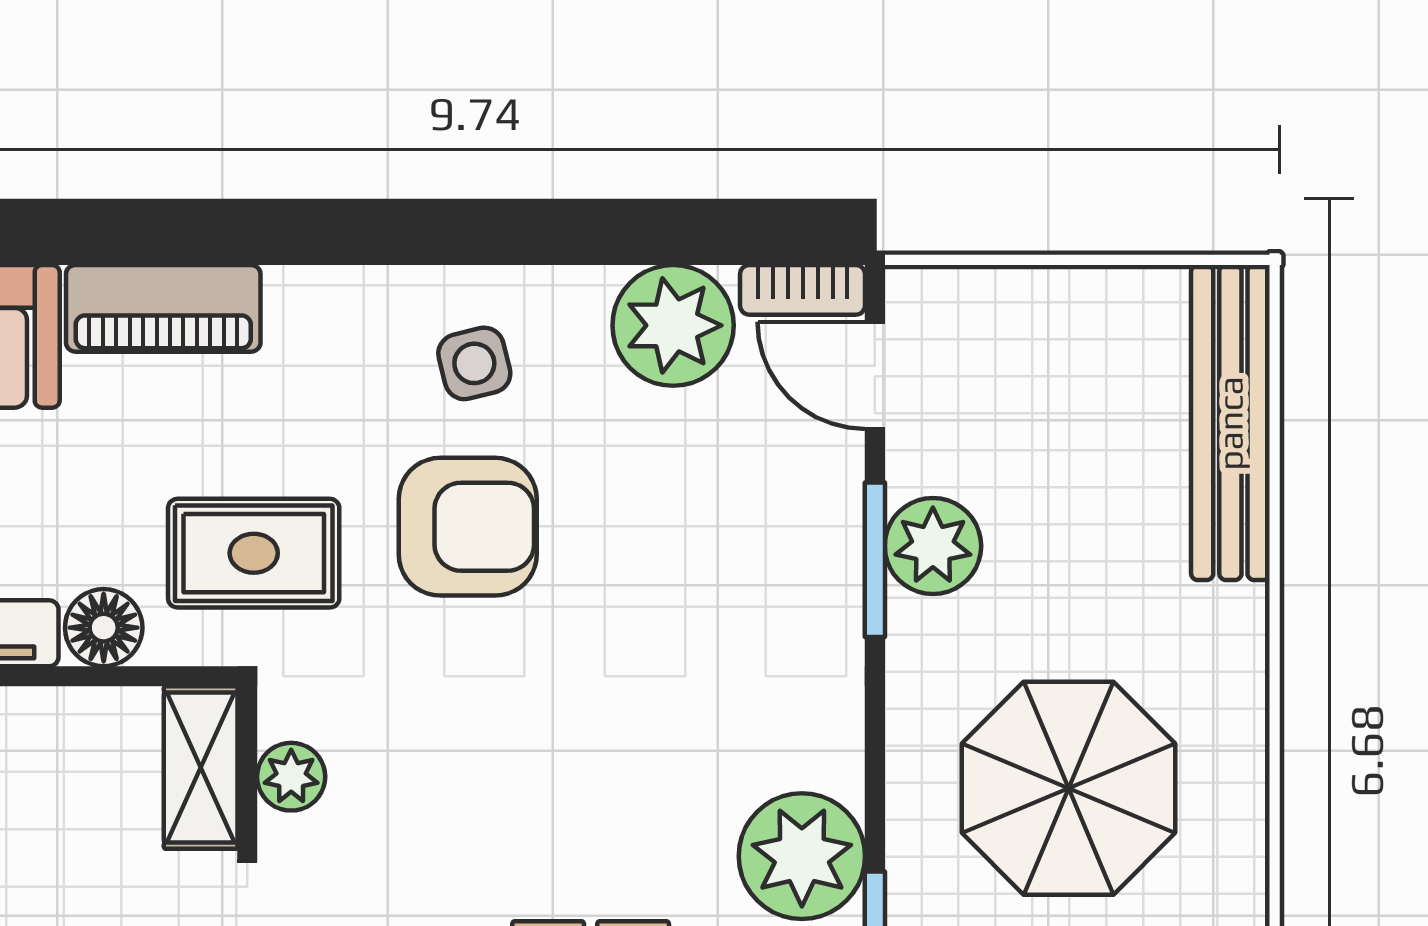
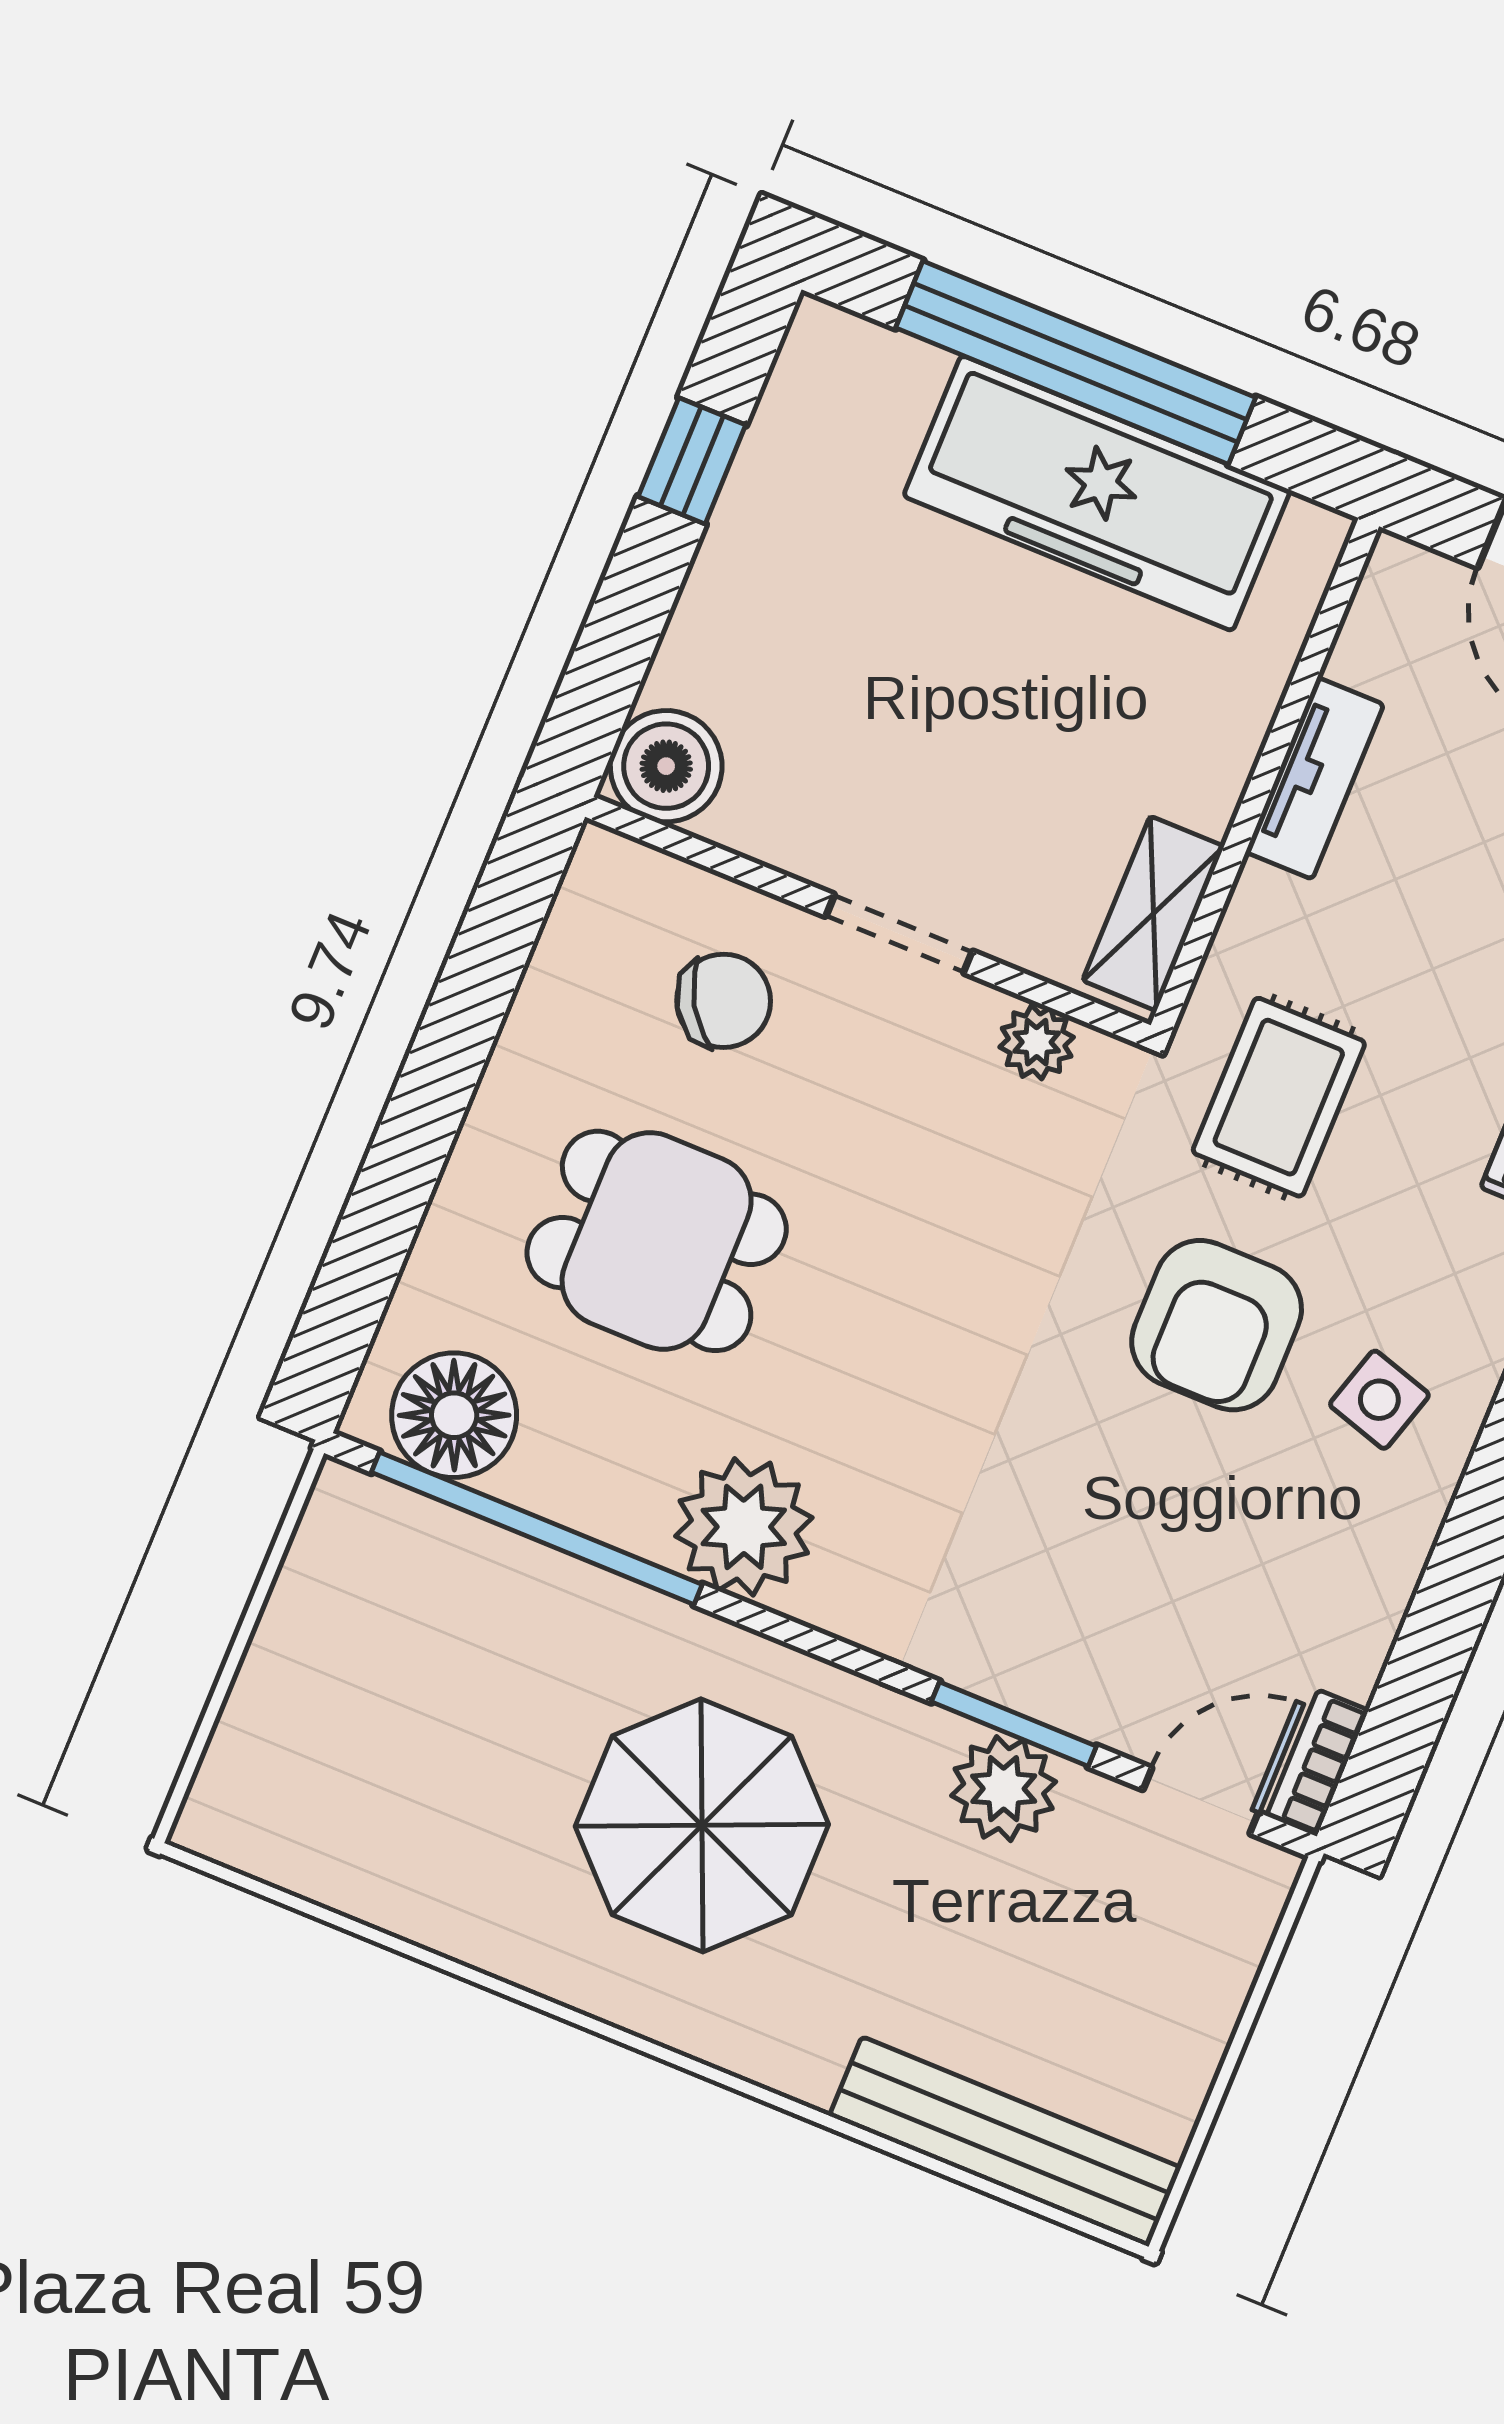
plant: (673, 325) -> (1335, 1617), removed
side table: (474, 363) -> (1379, 1400), turned 31
floor lamp: (104, 628) -> (1266, 914), removed
shelving: (201, 768) -> (1153, 913), moved, turned 90

